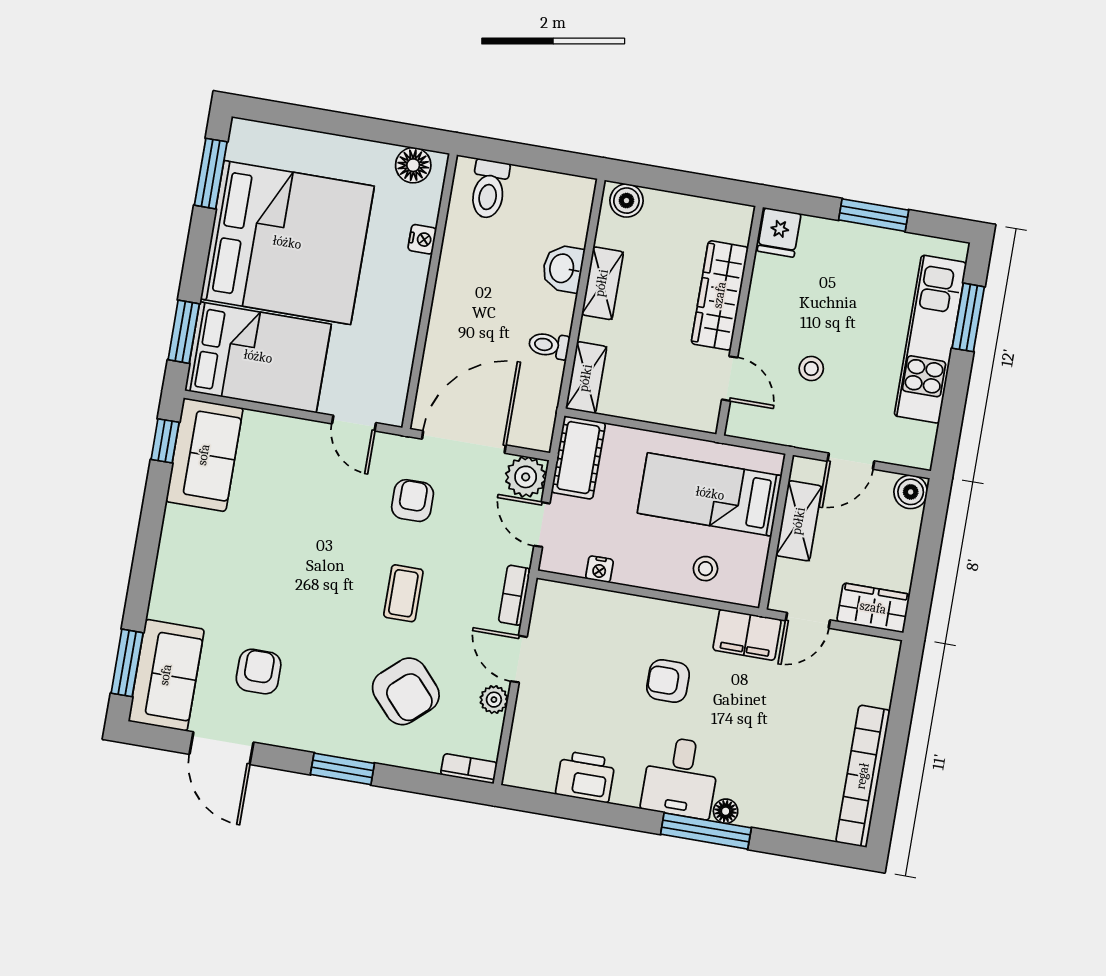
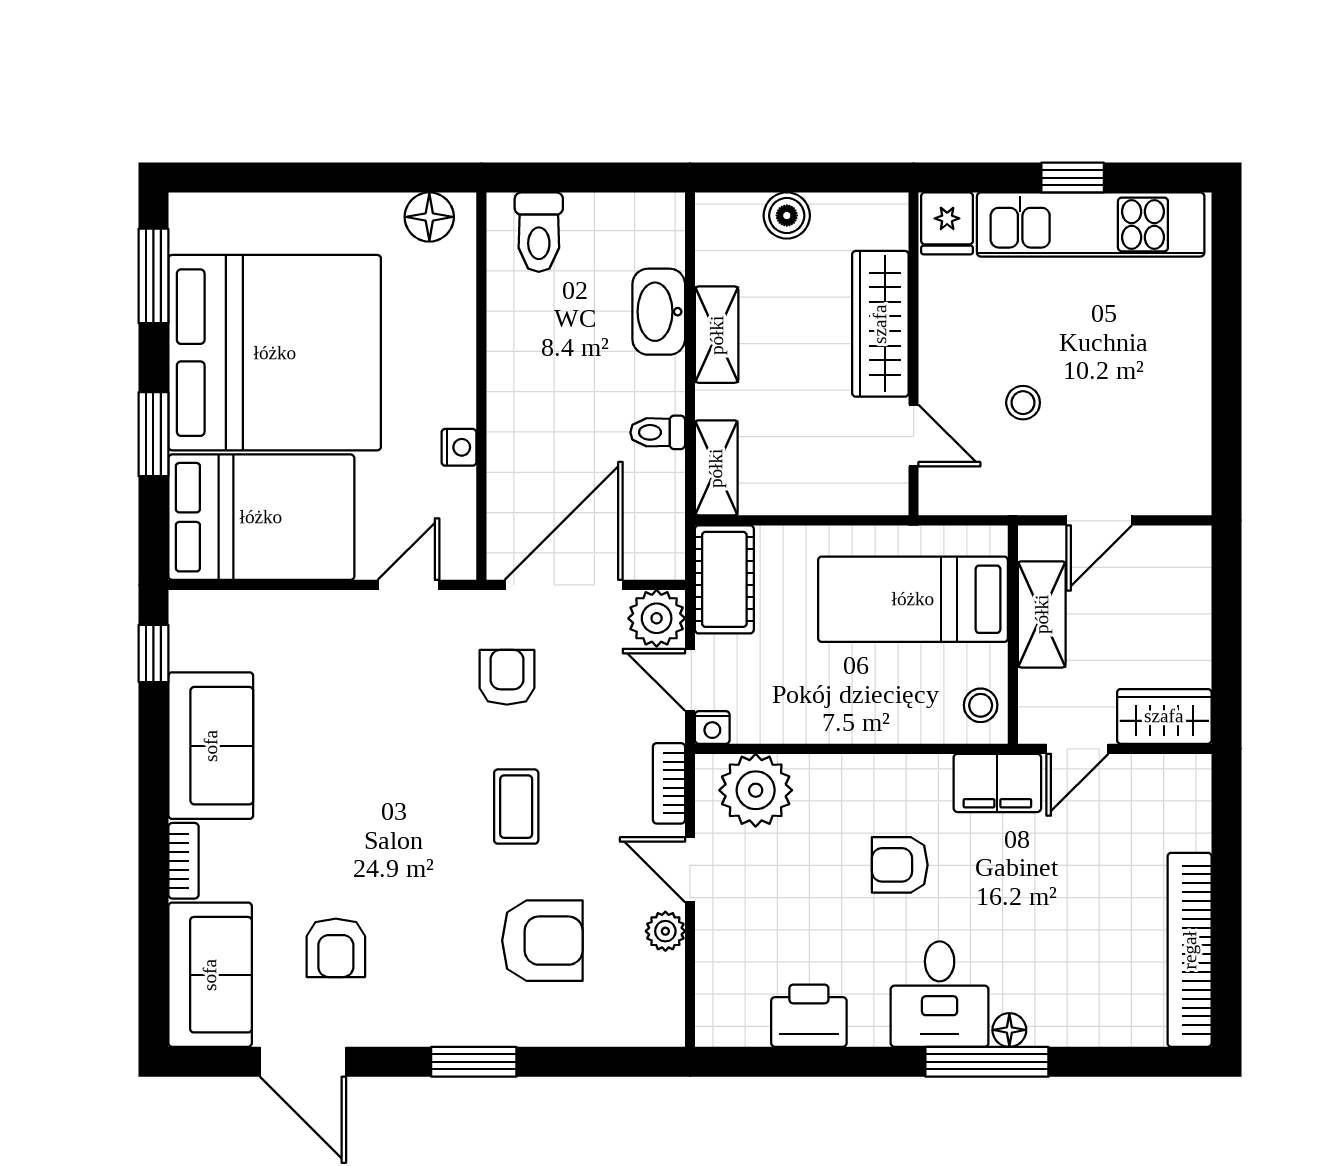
boiler: (626, 201) -> (787, 216), moved
window: (874, 215) -> (1073, 178), width x0.67
nightstand: (422, 239) -> (459, 447), moved
washbasin: (563, 268) -> (659, 312), width x1.38
window: (968, 317) -> (1226, 296), removed
window: (184, 332) -> (153, 434), moved
kitchen unit: (930, 339) -> (1091, 224), moved, turned -90
door: (354, 423) -> (409, 585), swing flipped
sofa: (204, 455) -> (211, 746), moved
boiler: (911, 492) -> (1188, 549), removed
nightstand: (599, 569) -> (712, 727), moved
stool: (705, 569) -> (981, 705), moved
plant: (575, 611) -> (756, 790), added
window: (127, 663) -> (153, 967), removed
armchair: (259, 672) -> (336, 948), turned 180
armchair: (406, 691) -> (542, 941), turned -48
bookcase: (469, 769) -> (183, 861), moved, turned 90

